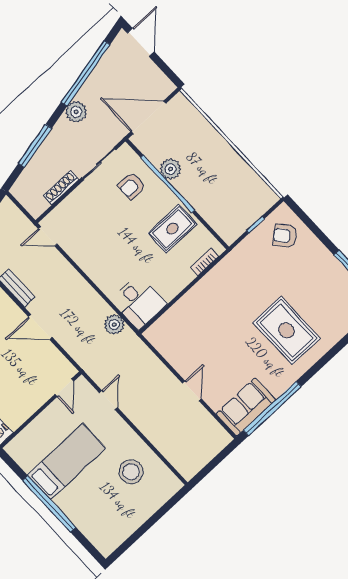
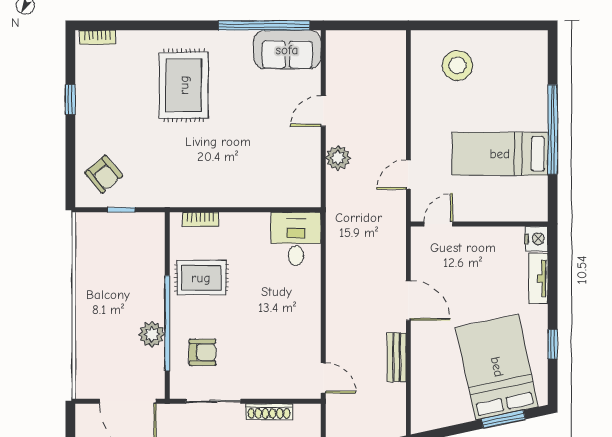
plant: (114, 325) -> (338, 158), moved
stool: (131, 472) -> (457, 65), moved

